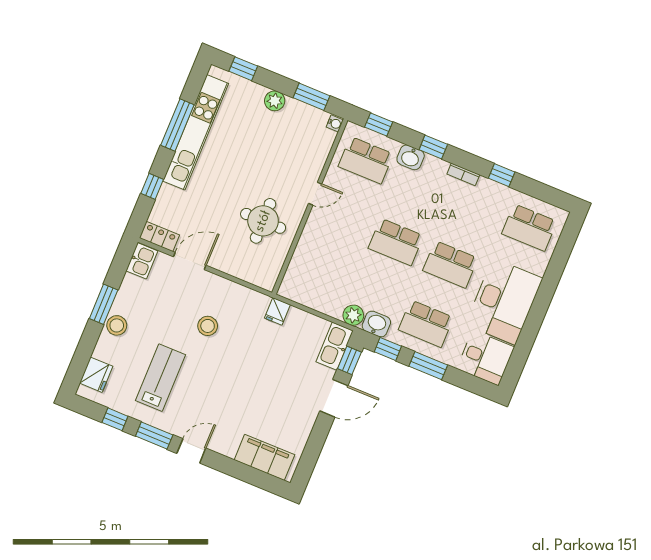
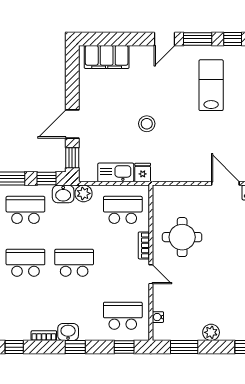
water cooler: (335, 123) -> (158, 317), moved
washbasin: (411, 157) -> (68, 332), moved
door: (315, 194) -> (151, 274), swing flipped
bookcase: (310, 229) -> (144, 245), added
door: (190, 261) -> (225, 183), swing flipped
school desk: (317, 279) -> (123, 210), added
stool: (208, 326) -> (147, 124), moved
kitchen sink: (335, 346) -> (116, 172), moved, turned -90
lab bench: (161, 378) -> (211, 85), turned 180

